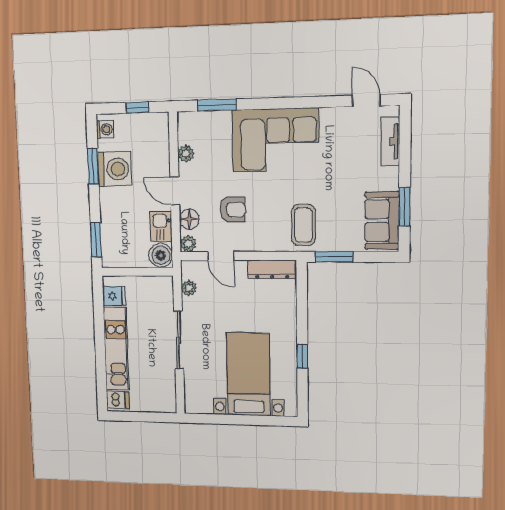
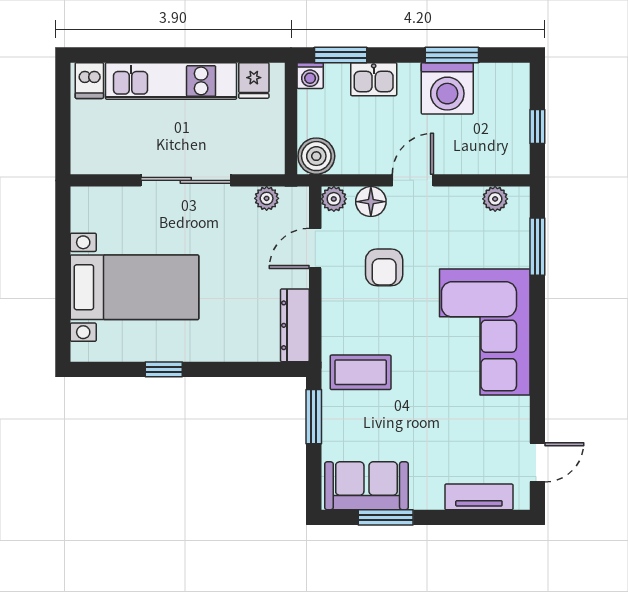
washing machine: (105, 129) -> (310, 76), moved
plant: (186, 154) -> (495, 199), moved
kitchen sink: (161, 227) -> (374, 79), moved, turned 180

